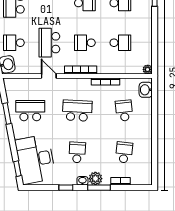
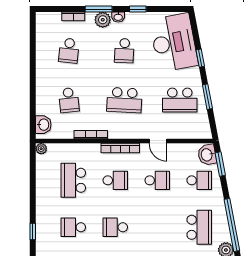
school desk: (49, 43) -> (157, 180), width x0.54
school desk: (120, 43) -> (73, 180), width x1.85
window: (17, 169) -> (200, 58), moved

